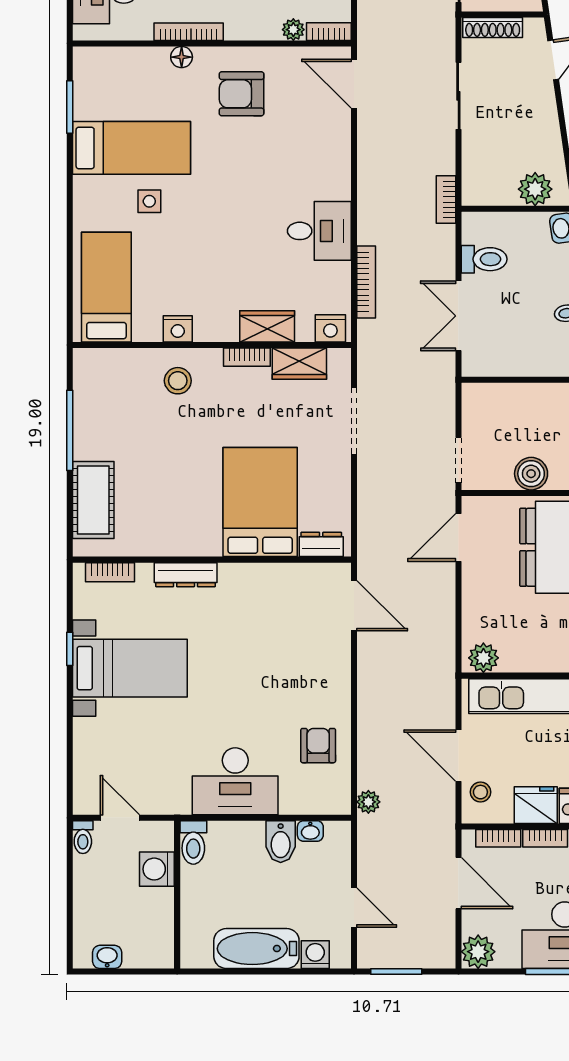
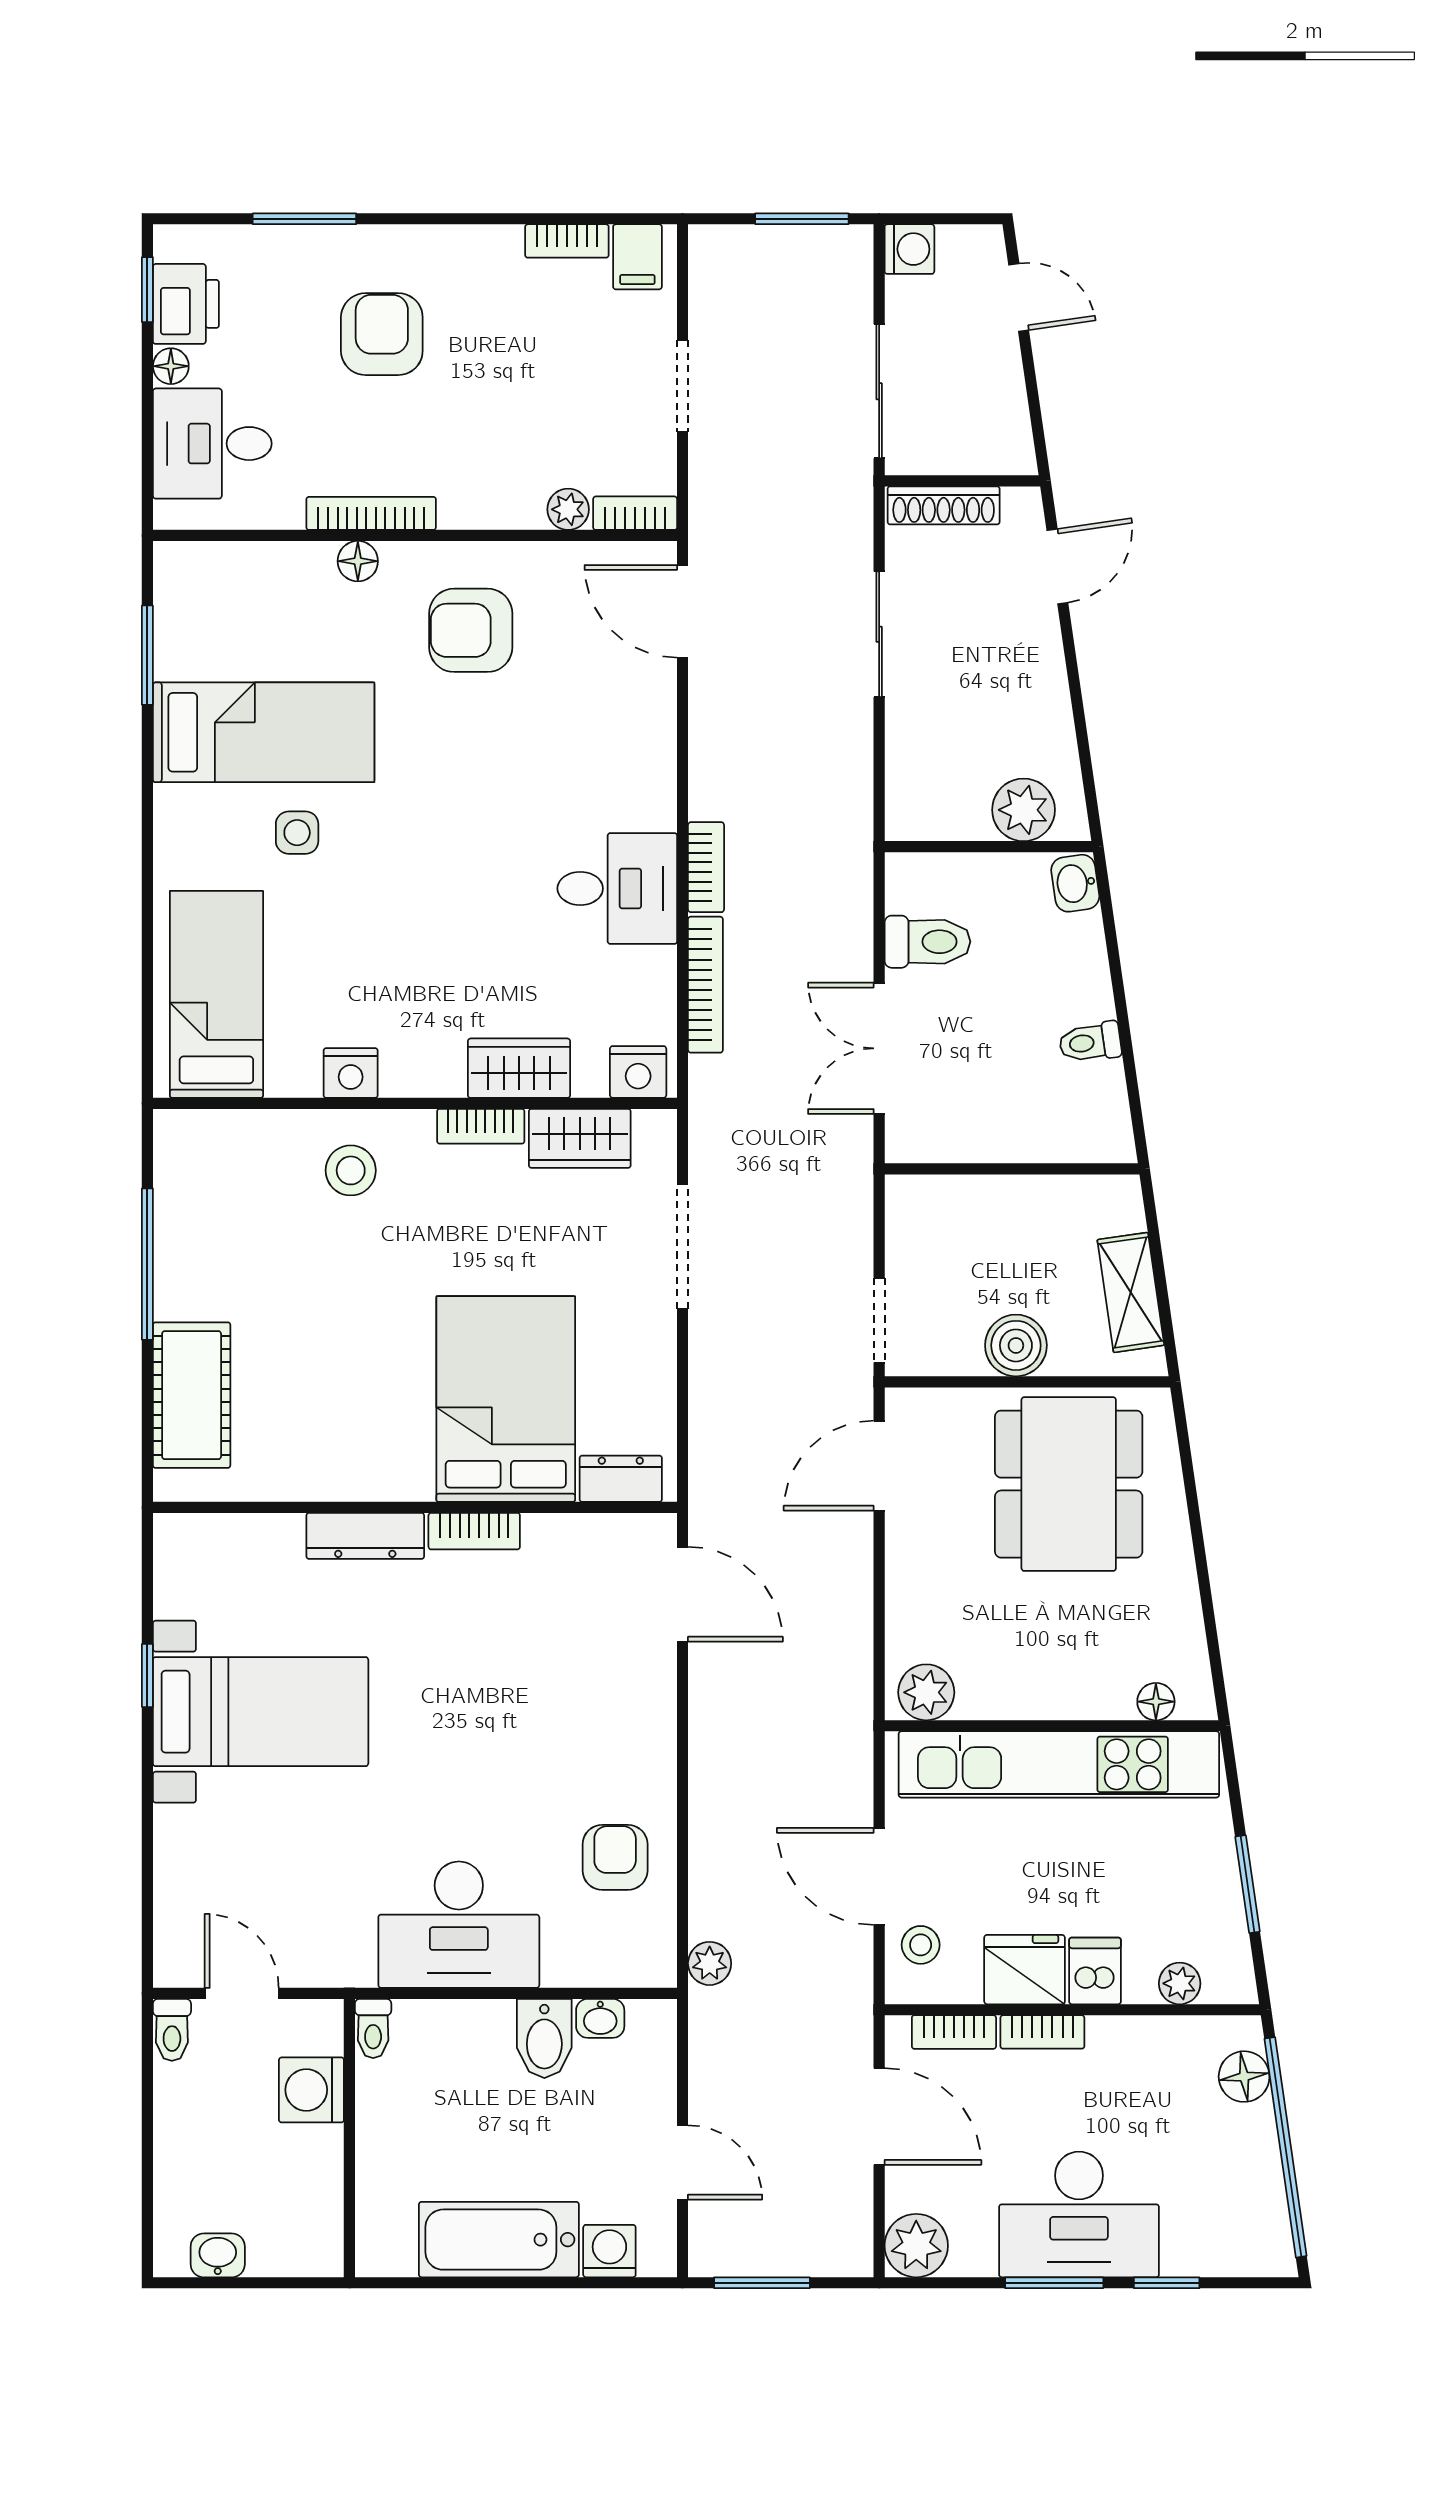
bookcase: (446, 199) -> (706, 867), moved, turned 180
bookcase: (110, 572) -> (474, 1531), moved
toilet: (193, 842) -> (373, 2028), width x0.73, depth x0.72

